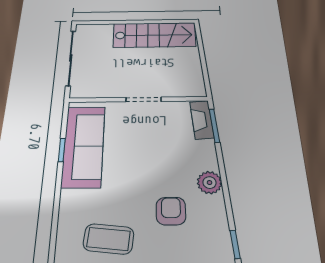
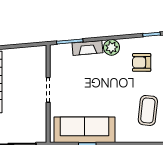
fireplace: (202, 120) -> (87, 48), moved
armchair: (171, 211) -> (142, 62), moved

